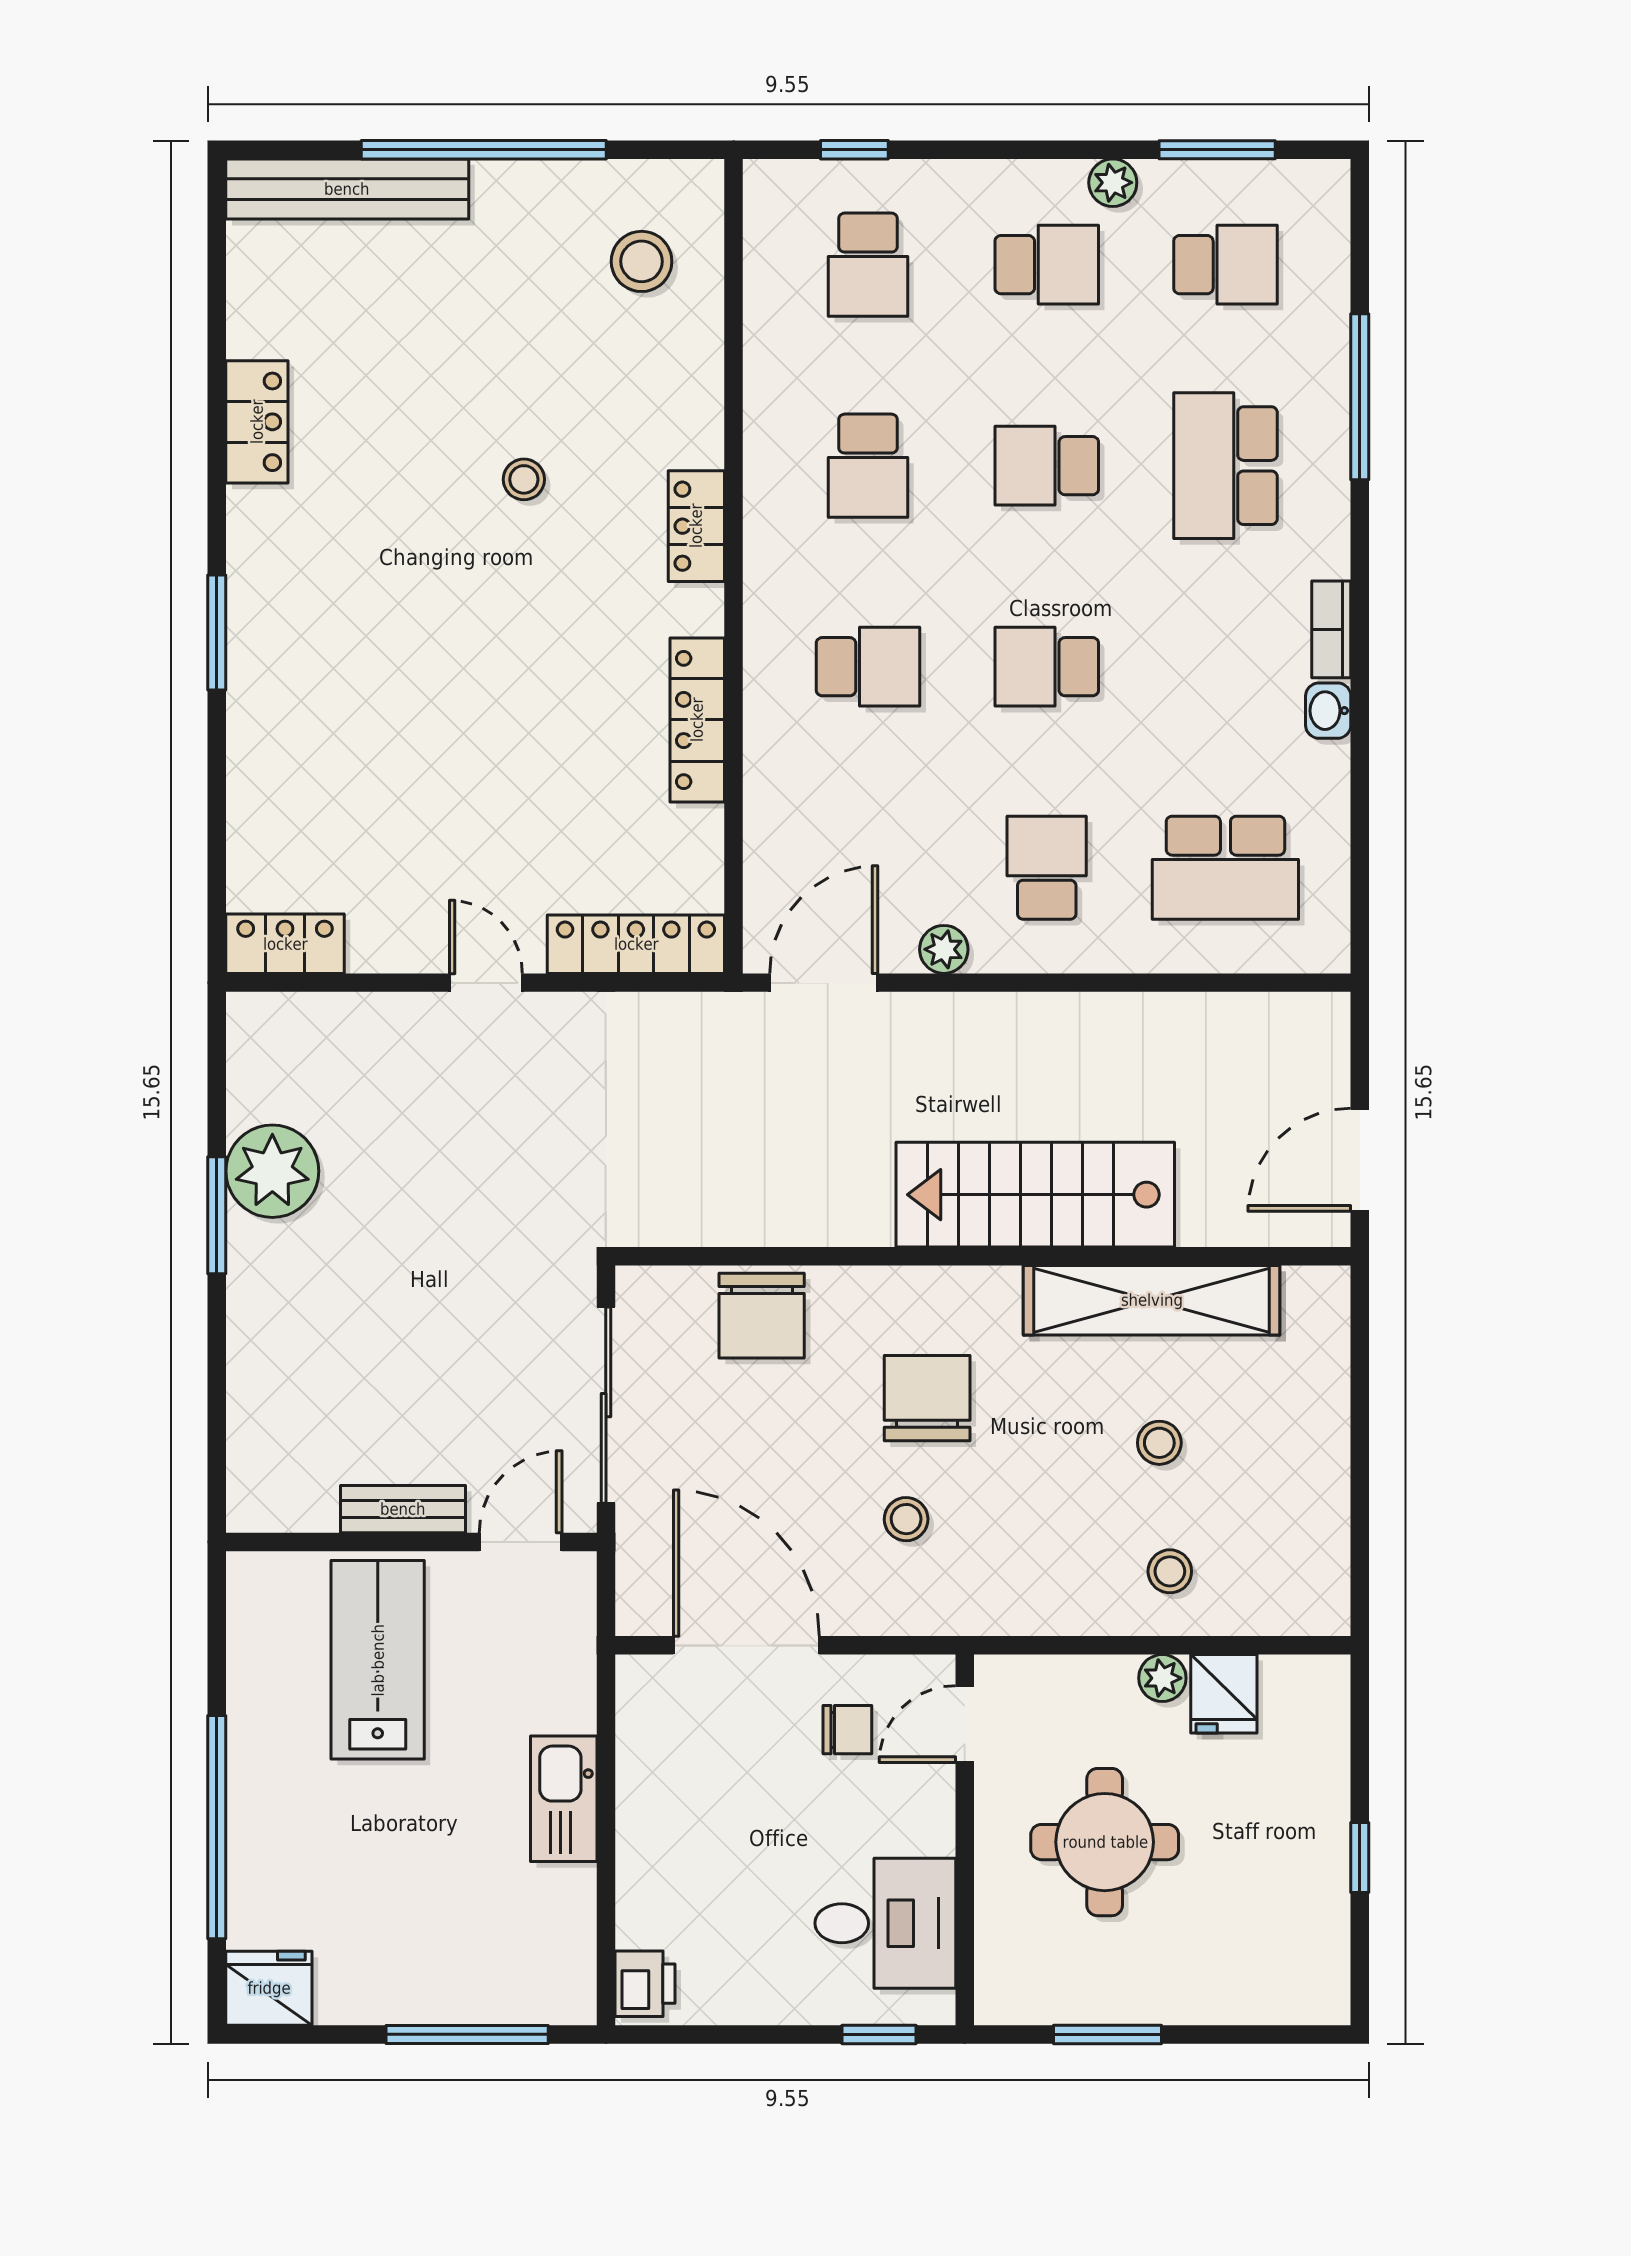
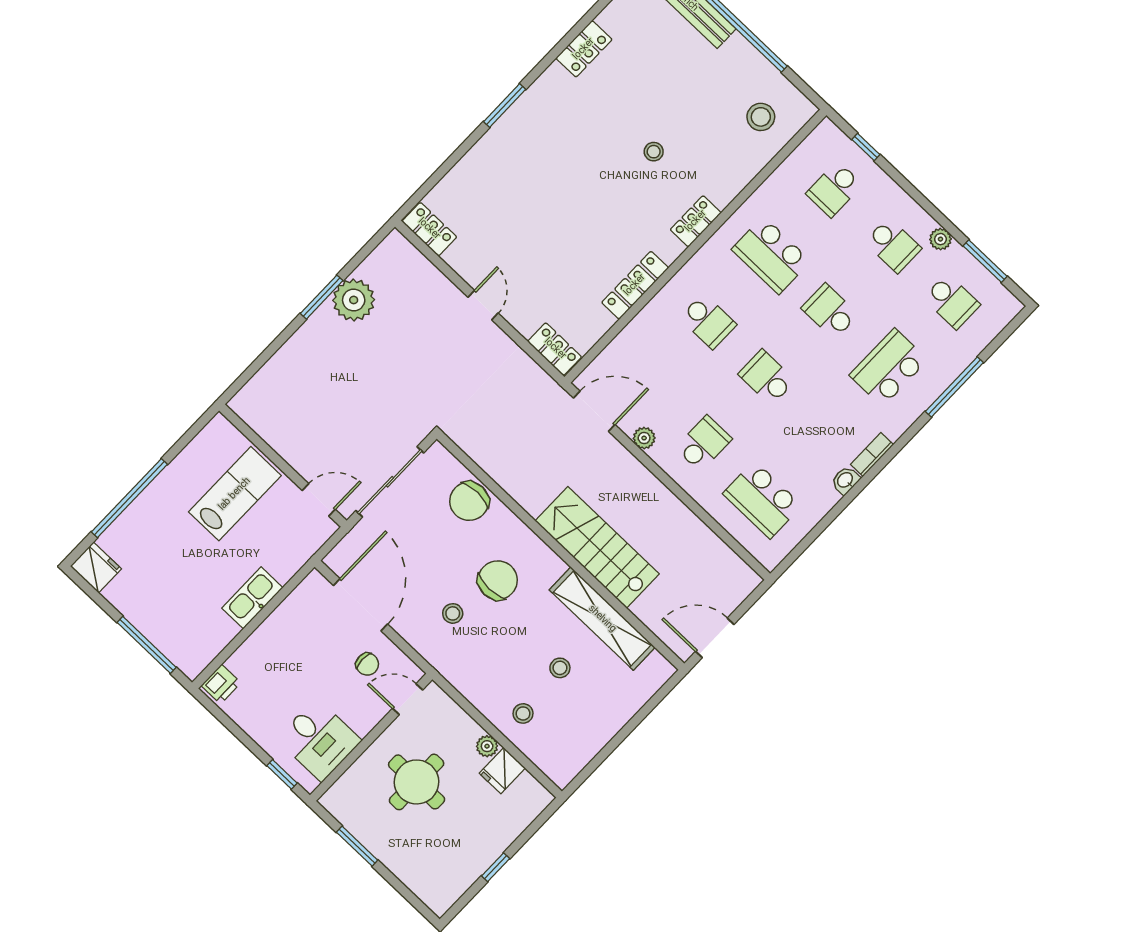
school desk: (868, 466) -> (771, 255), width x1.85
locker: (636, 944) -> (555, 349), width x0.66
bench: (403, 1509) -> (290, 452), removed

